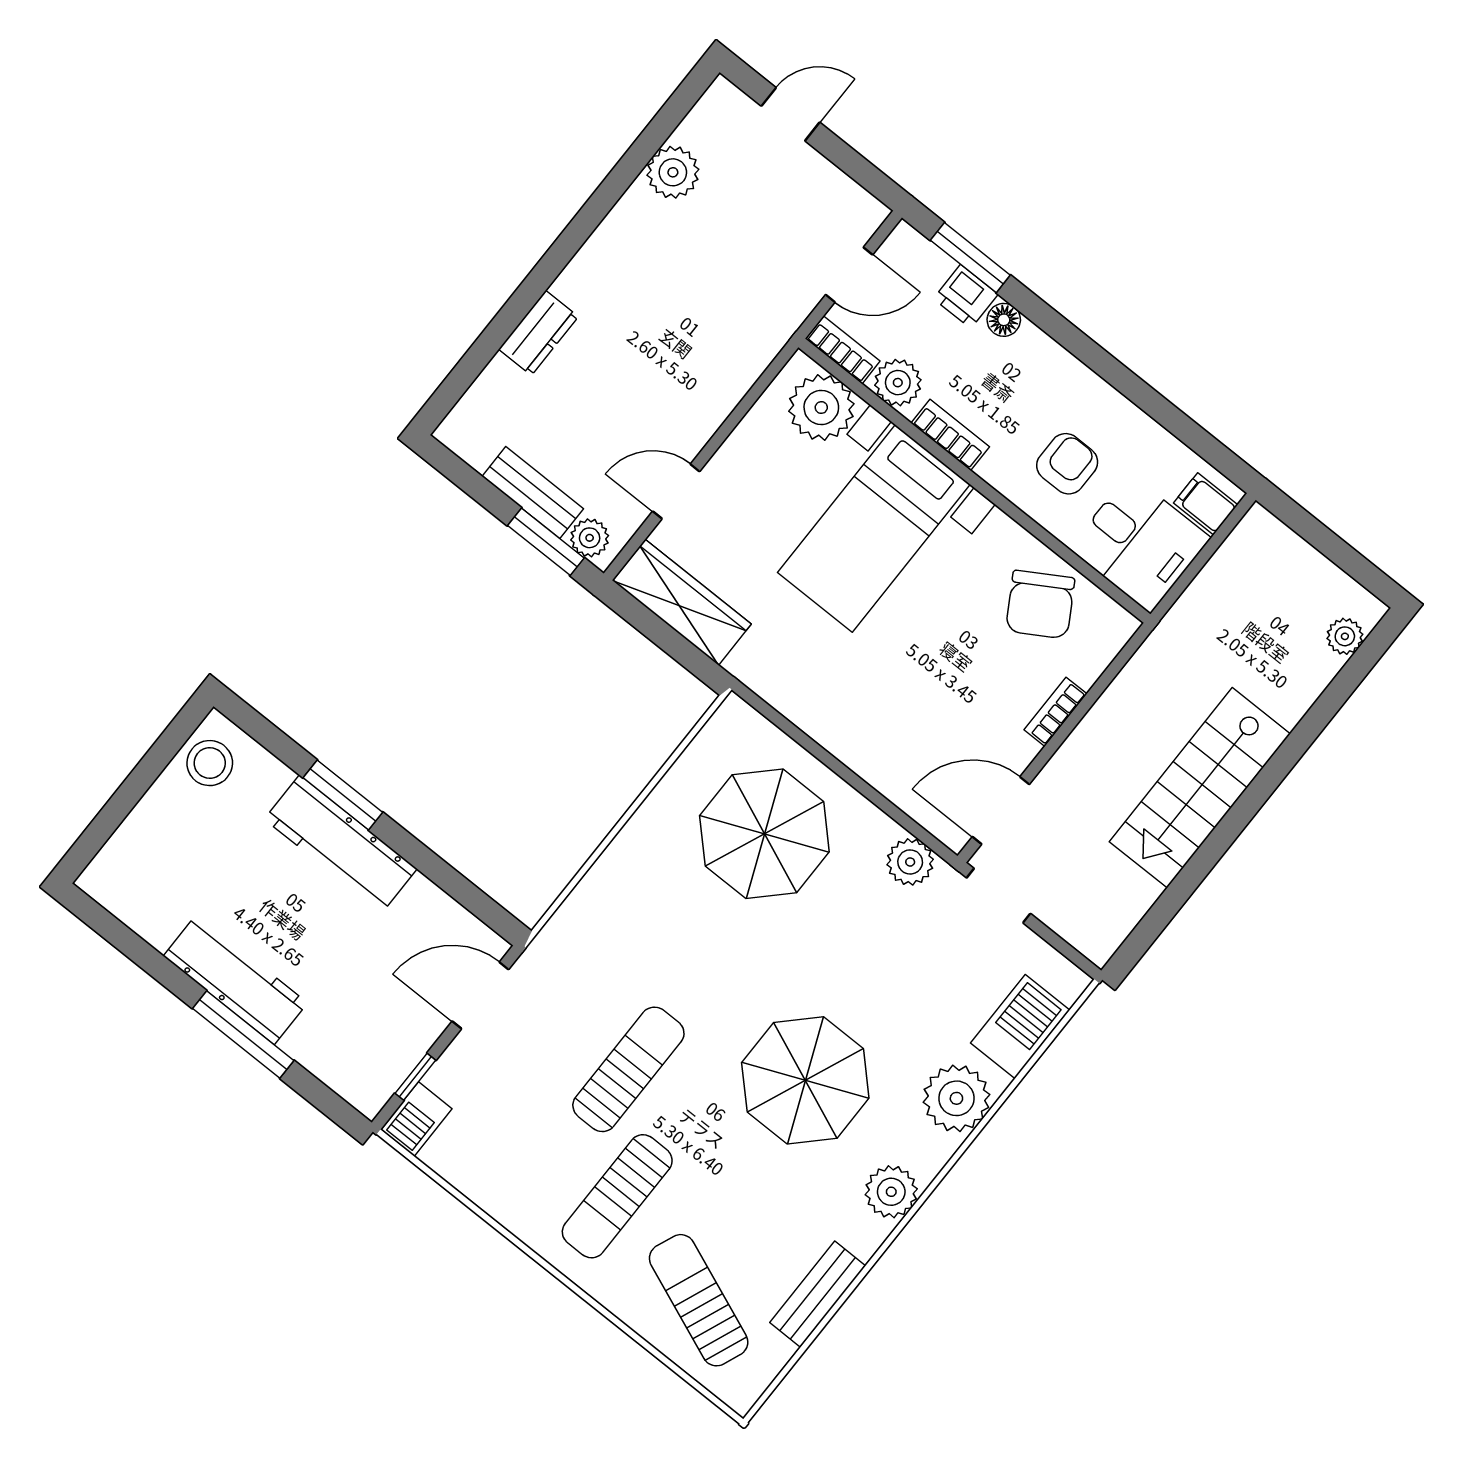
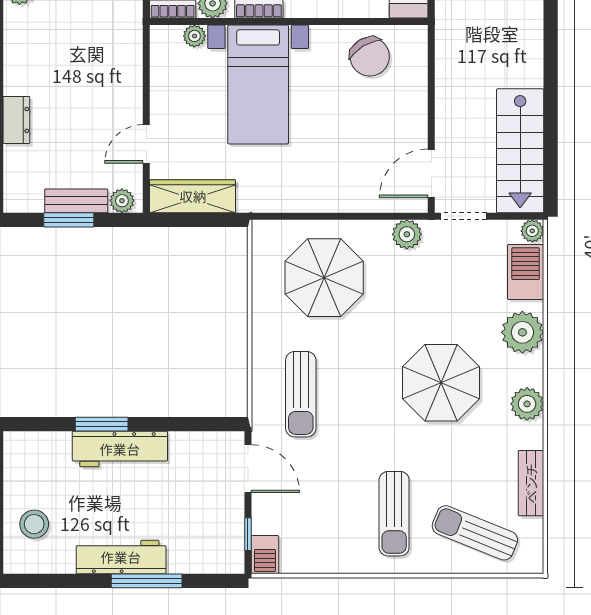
plant: (821, 407) -> (194, 36), width x0.53, depth x0.53
window: (546, 542) -> (69, 220), moved
bookcase: (1056, 712) -> (419, 103), removed
stool: (210, 763) -> (34, 524), moved
stairs: (1200, 788) -> (520, 151), moved
plant: (1069, 982) -> (532, 231), added
door: (480, 995) -> (248, 469), swing flipped
sun lounger: (628, 1069) -> (301, 394), moved, turned 180

